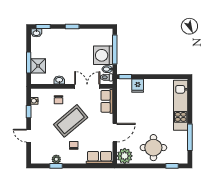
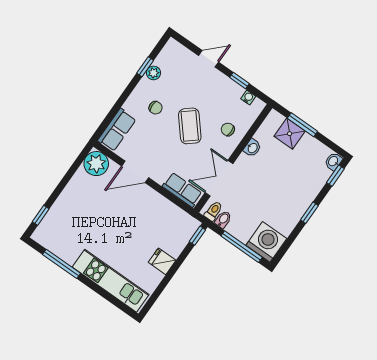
washing machine: (103, 55) -> (266, 242), moved
double door: (87, 86) -> (219, 178), swing flipped
fridge: (138, 86) -> (162, 261), moved
coffee table: (71, 121) -> (190, 126), width x0.73, depth x0.76
door: (115, 133) -> (135, 172), hinge flipped
round table: (153, 148) -> (81, 208), removed

